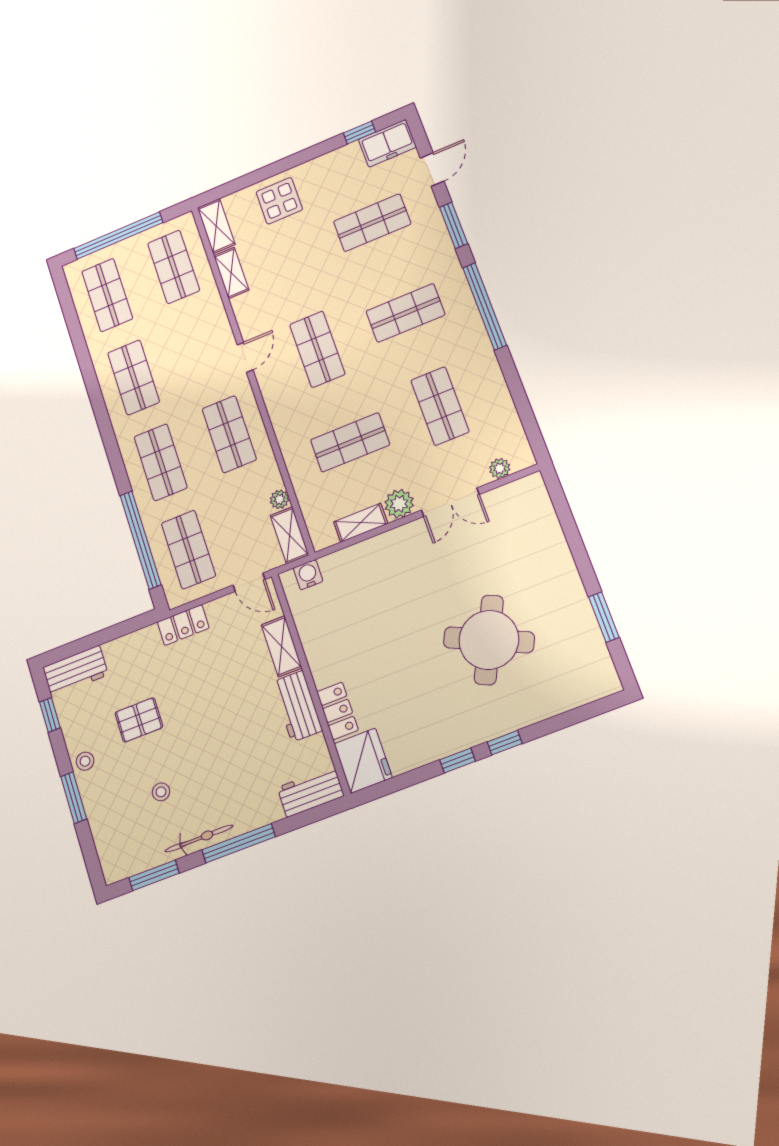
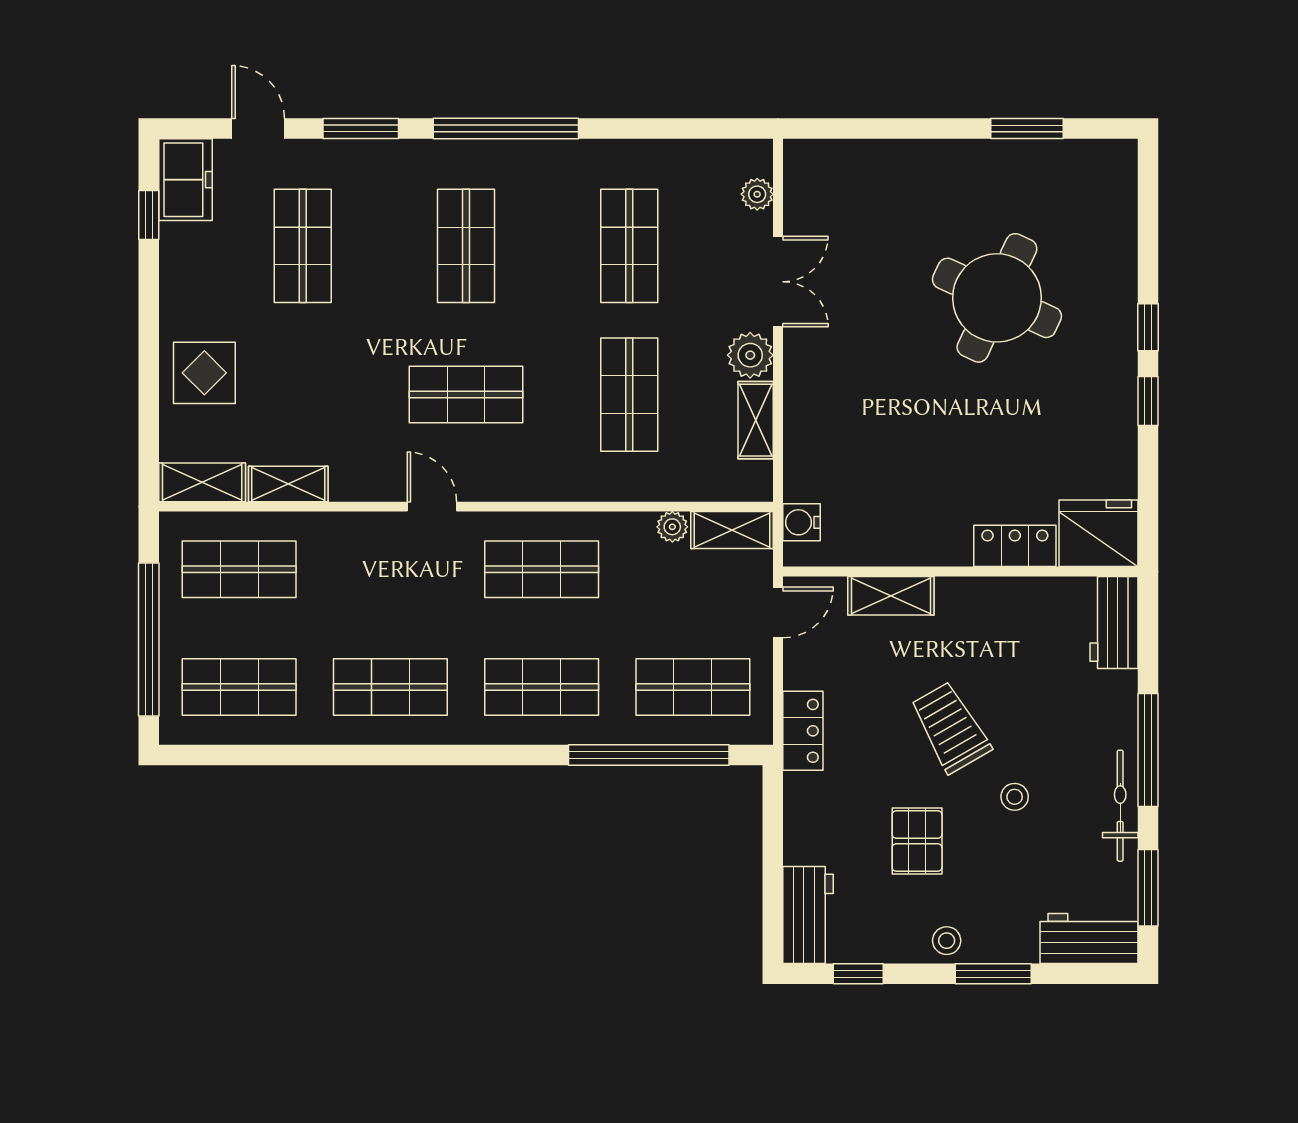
shop shelf: (440, 406) -> (629, 246), turned 90
workbench: (297, 706) -> (1089, 938), moved, turned 180
trolley: (213, 714) -> (951, 727), added
stool: (161, 792) -> (1015, 797), moved

